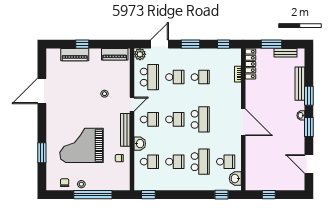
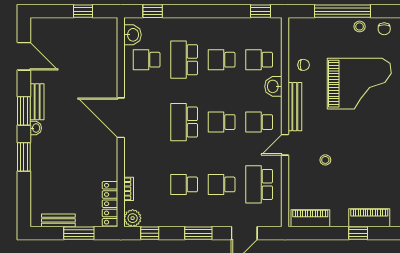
plant: (140, 54) -> (133, 218), moved
bench: (300, 84) -> (37, 102), moved, width x0.73

